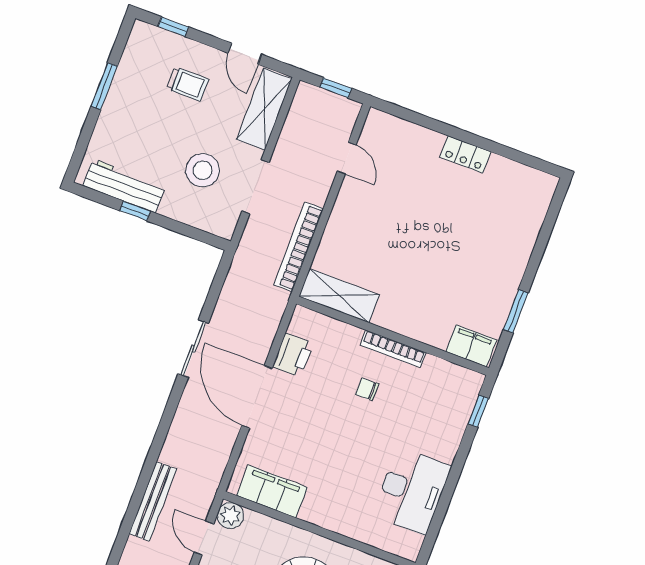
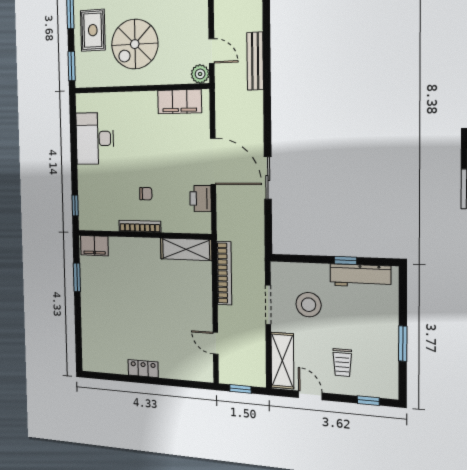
trolley: (188, 84) -> (342, 363), turned -90

